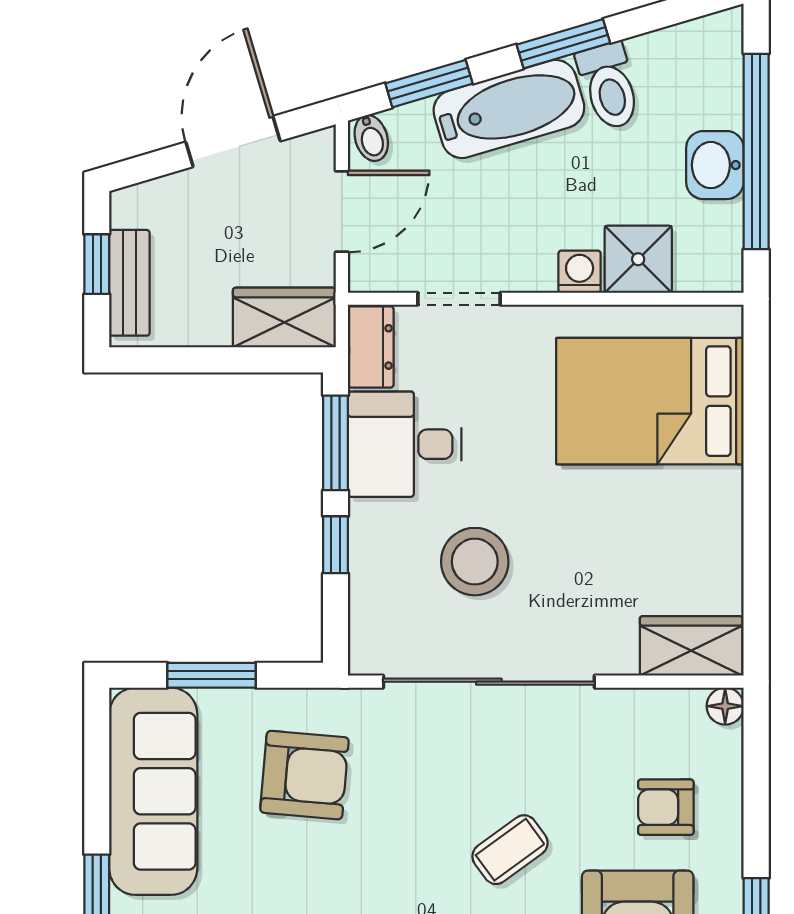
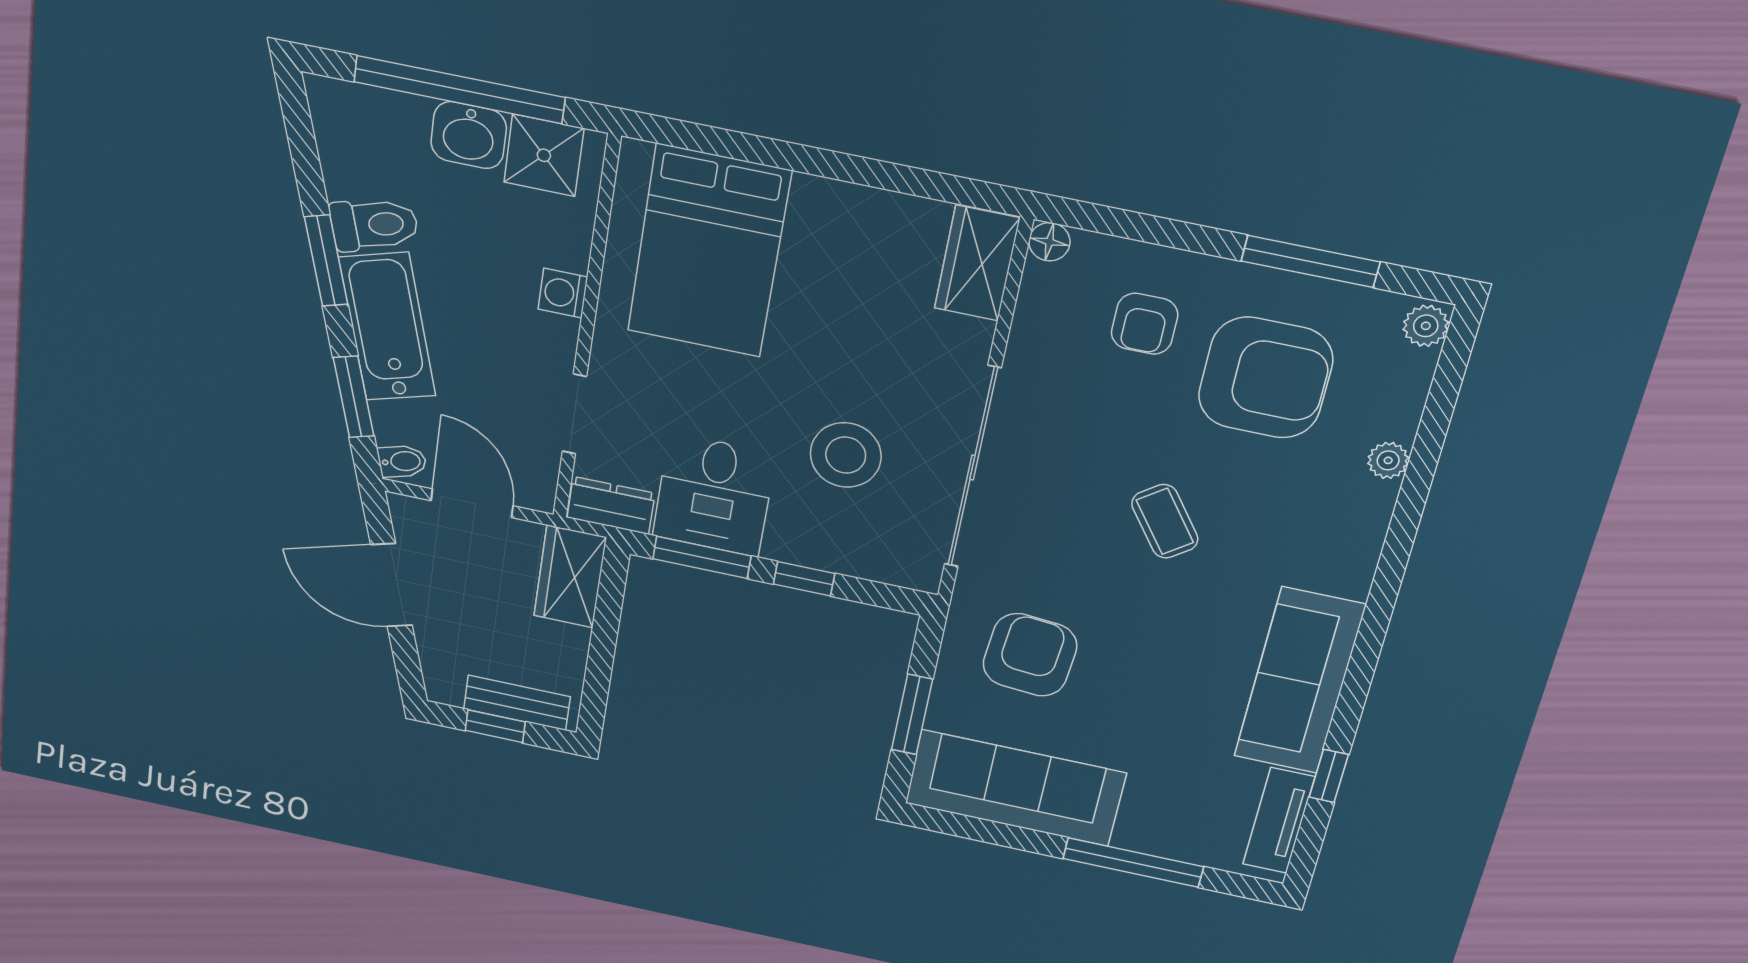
shower: (638, 259) -> (544, 155), moved
coffee table: (510, 850) -> (1165, 521), moved

